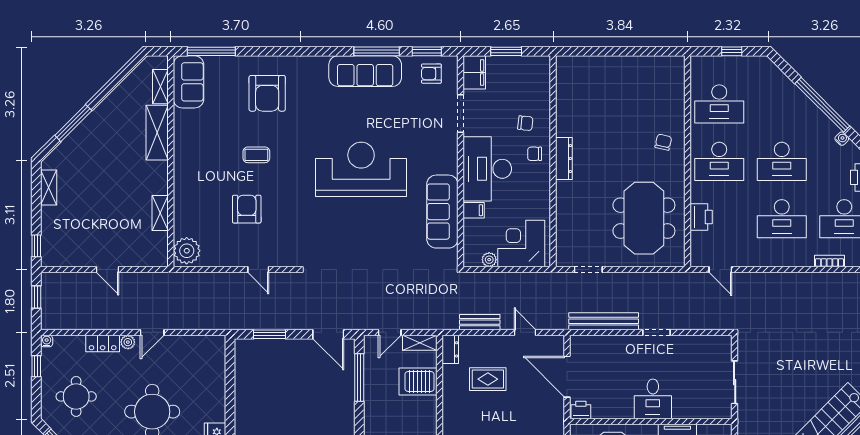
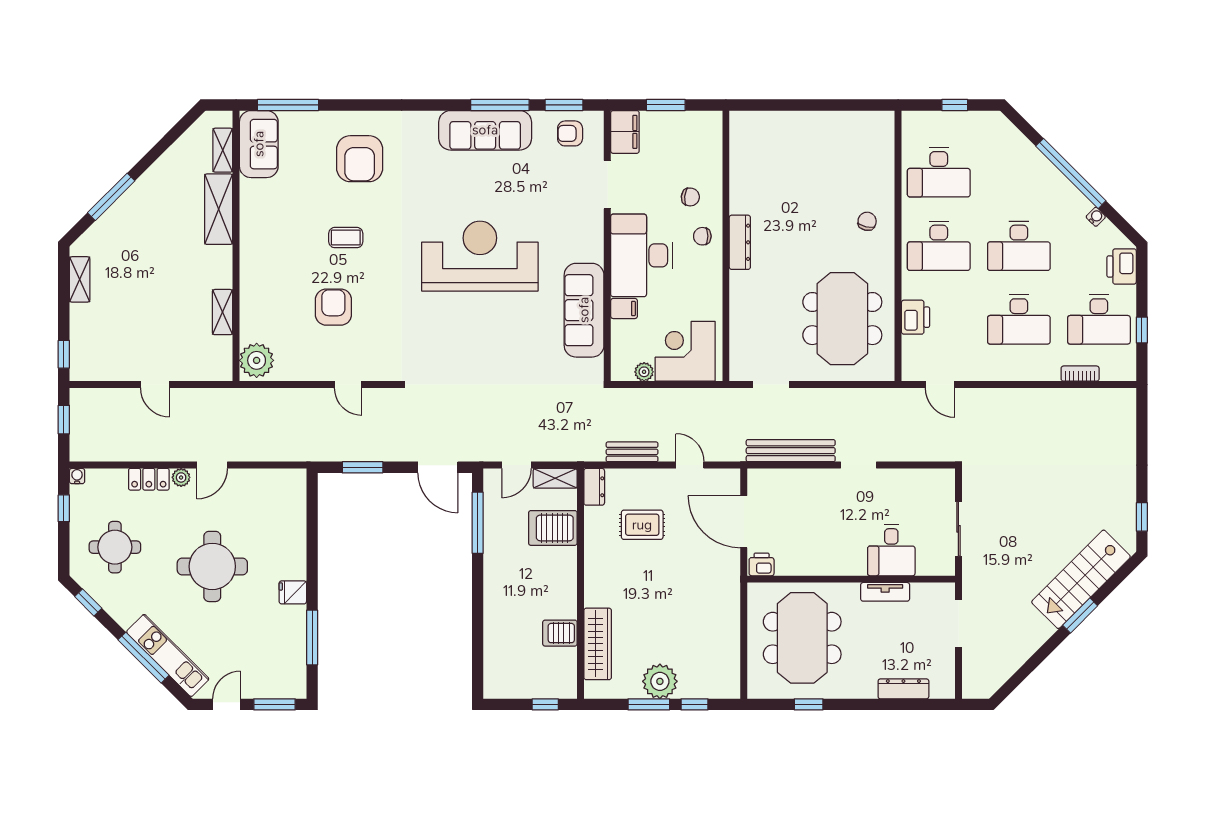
desk: (653, 399) -> (891, 550), moved

